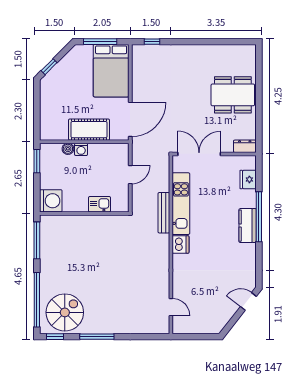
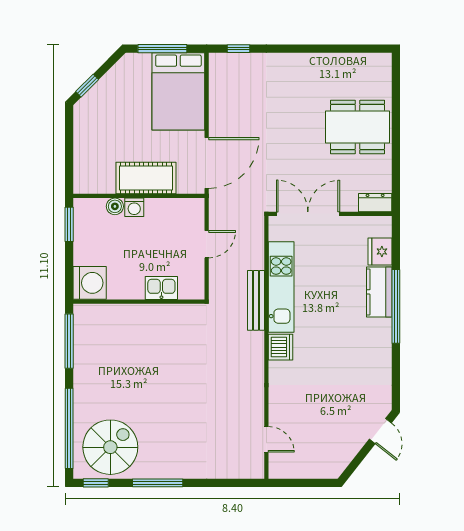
kitchen counter: (248, 226) -> (379, 292), moved
door: (248, 301) -> (380, 431), swing flipped

